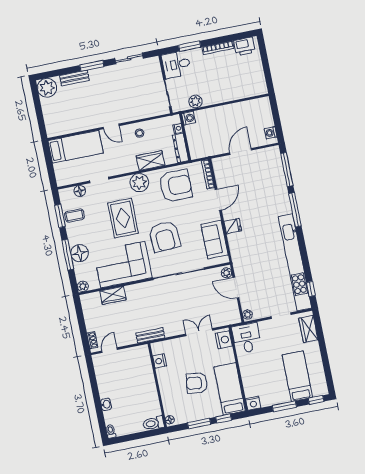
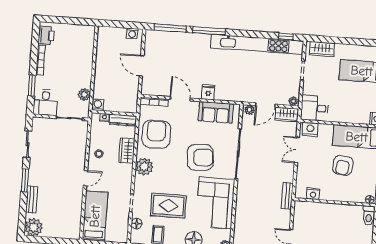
rug: (123, 218) -> (168, 206), moved
wardrobe: (113, 295) -> (287, 114), moved, turned 90

